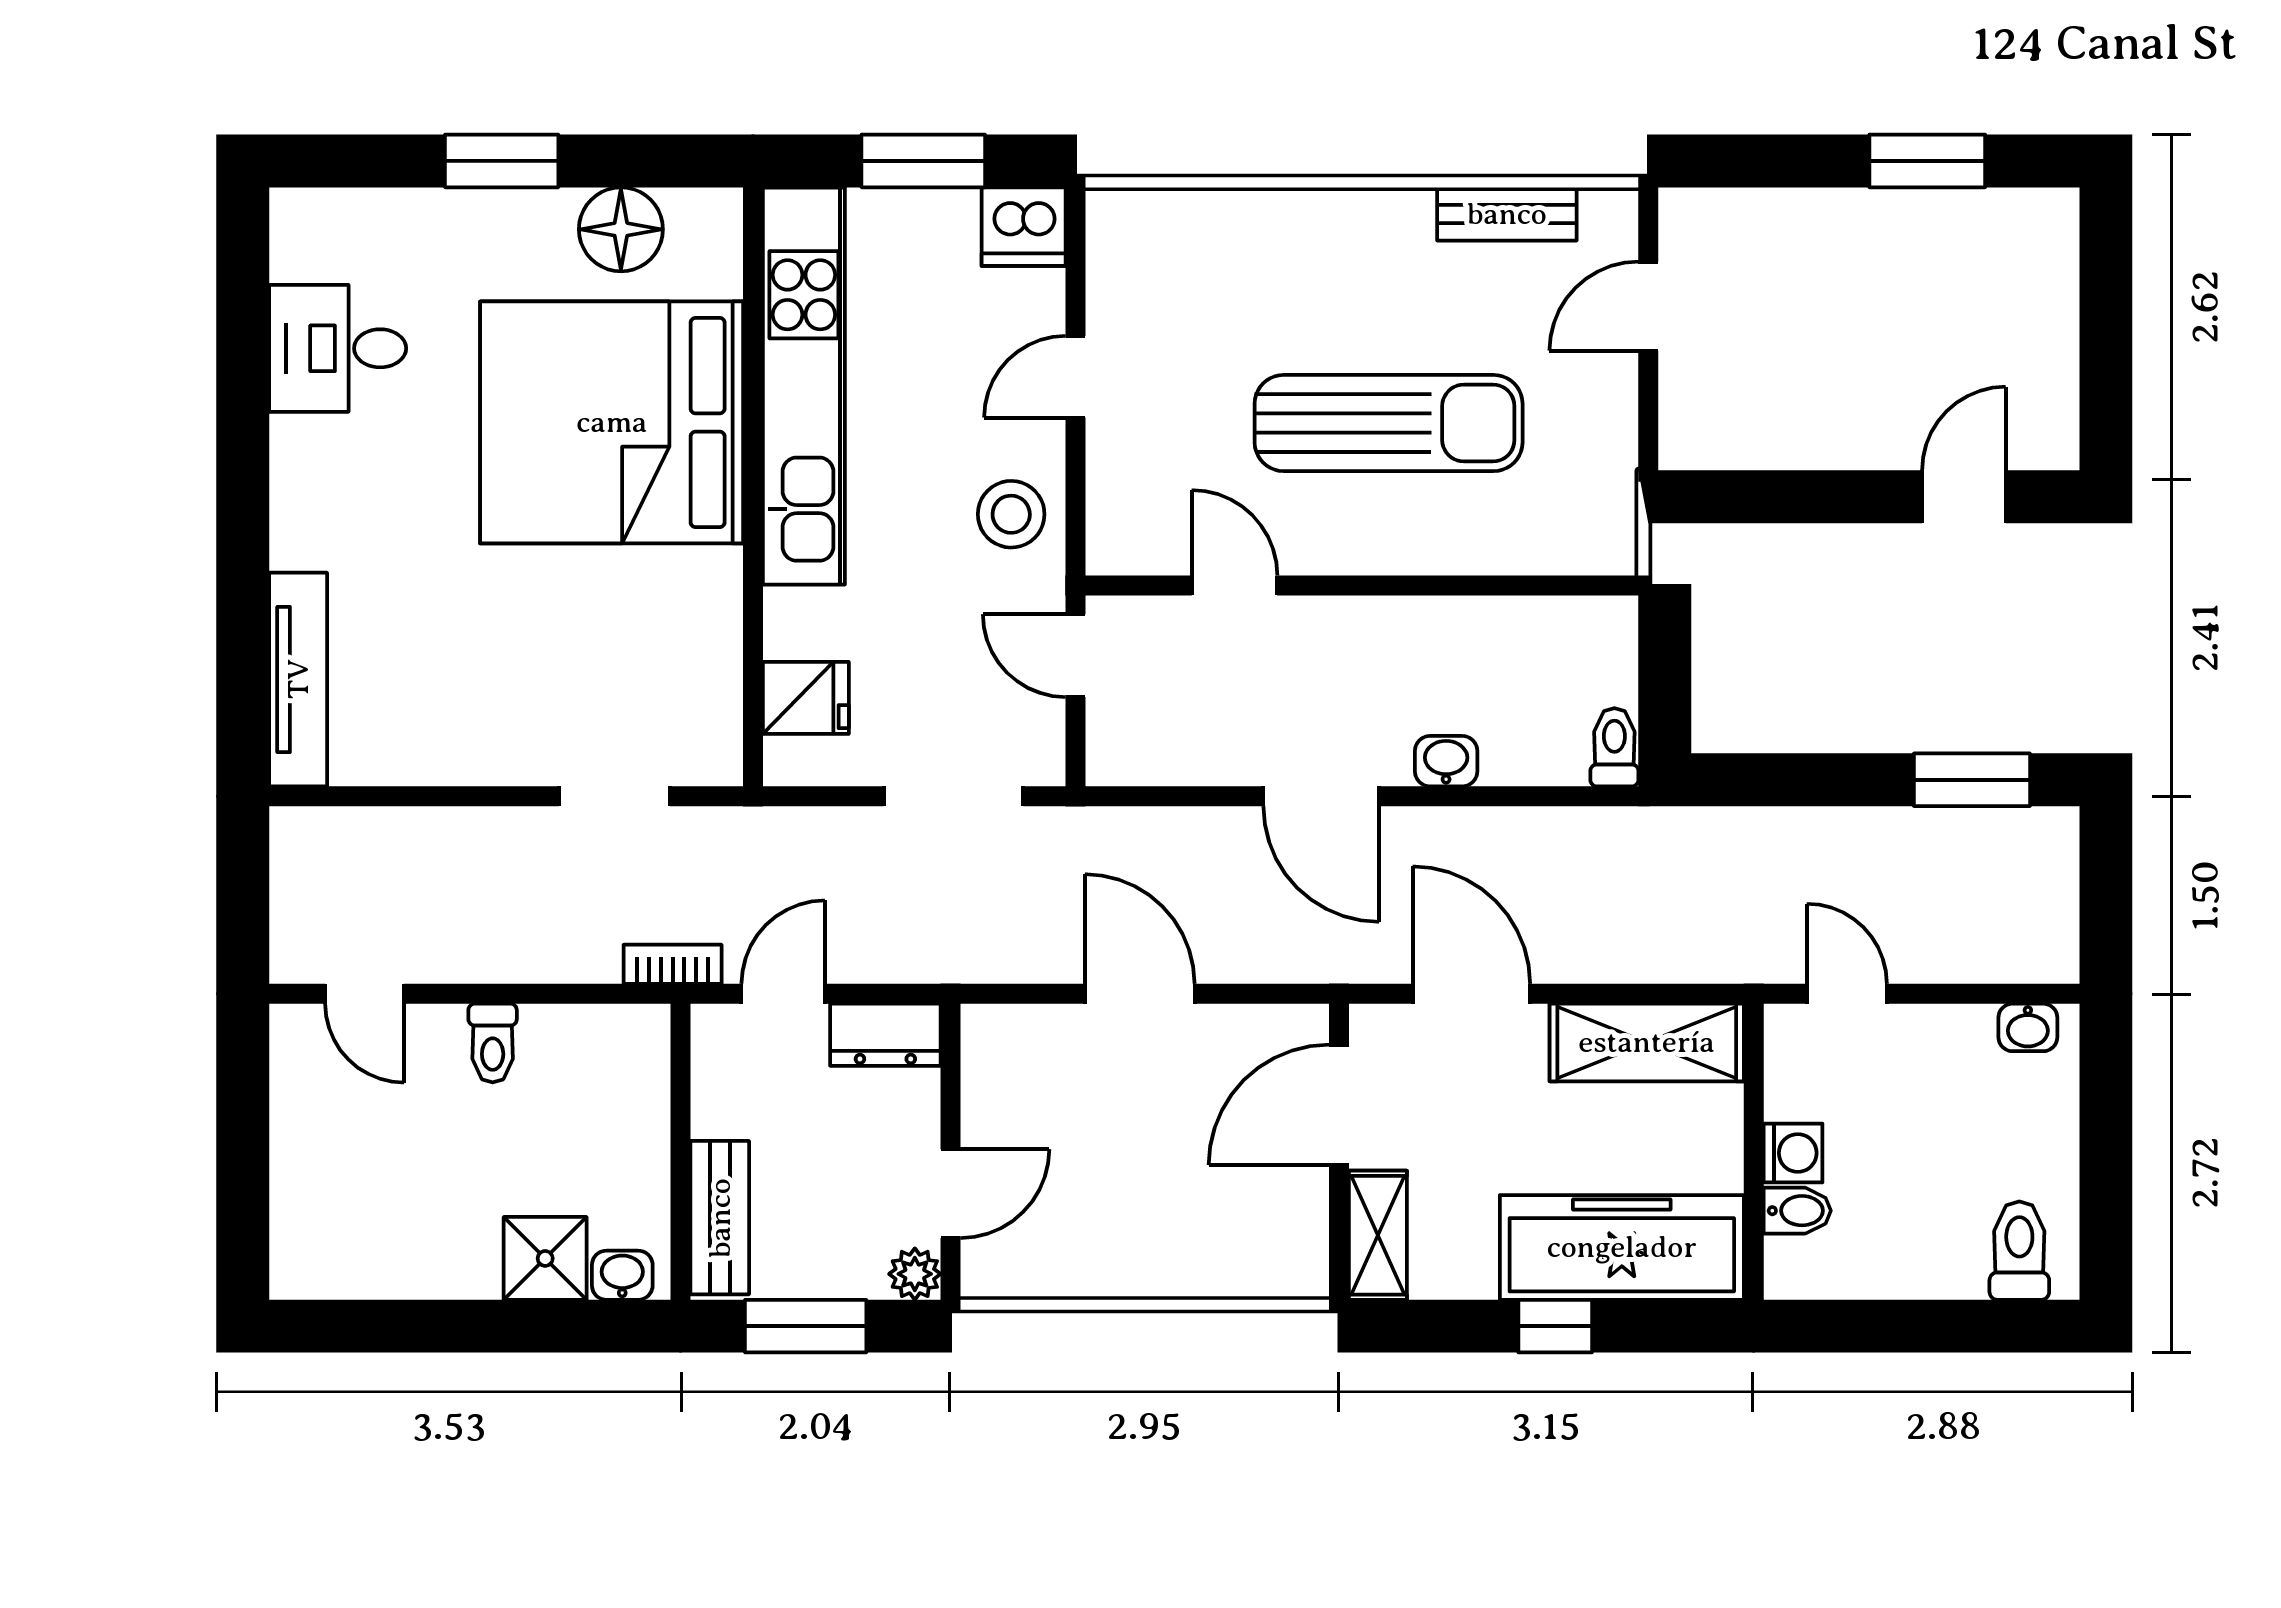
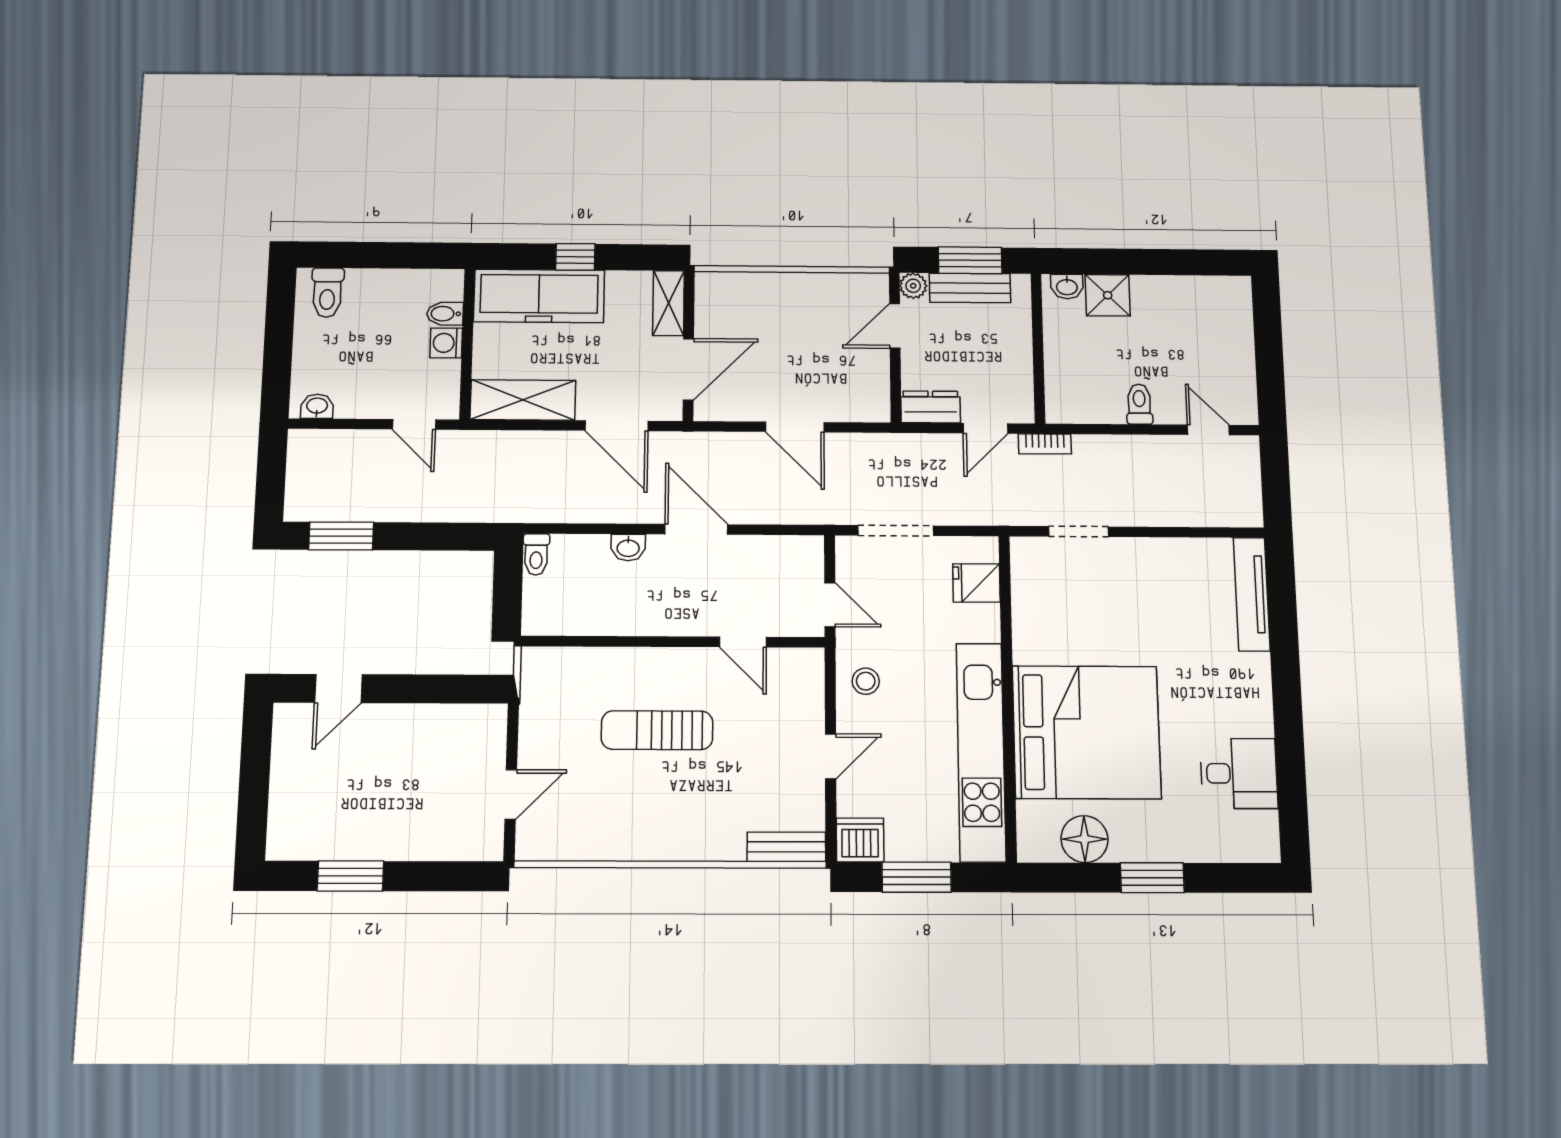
bench: (1507, 214) -> (786, 847), moved
sun lounger: (1389, 423) -> (657, 730), width x0.73, depth x0.75
stool: (1011, 514) -> (866, 681), width x0.73, depth x0.73
bench: (720, 1218) -> (970, 288), moved, turned 90

